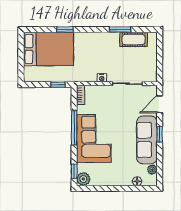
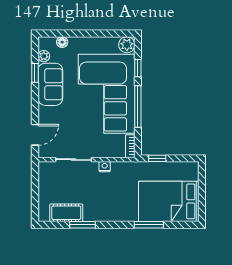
window: (65, 30) -> (149, 225), width x1.50
window: (160, 134) -> (35, 73), moved
corner sofa: (94, 138) -> (107, 94), width x1.36, depth x1.36
sofa: (147, 140) -> (50, 84), width x0.73
window: (74, 171) -> (138, 68), moved

